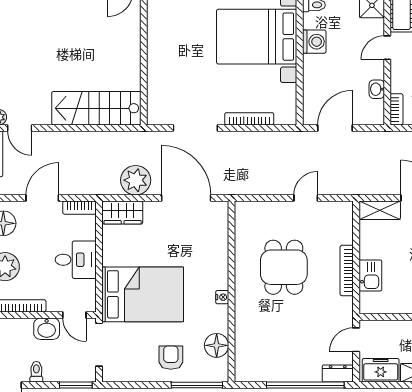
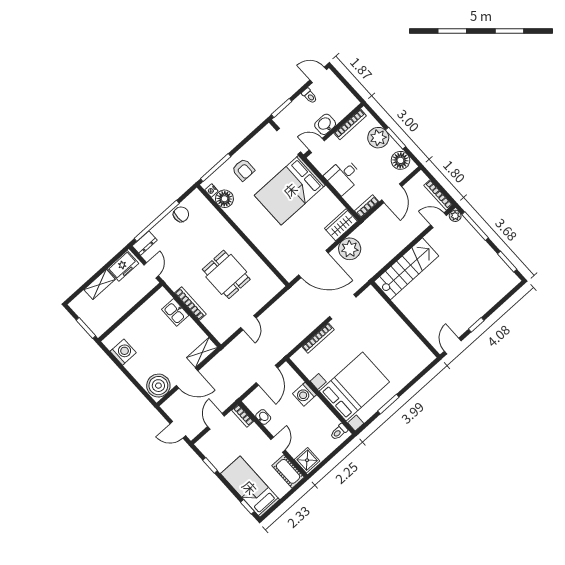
washing machine: (314, 42) -> (304, 394), moved
nightstand: (222, 297) -> (211, 190), moved
chair: (275, 369) -> (181, 214), added

